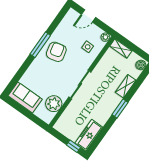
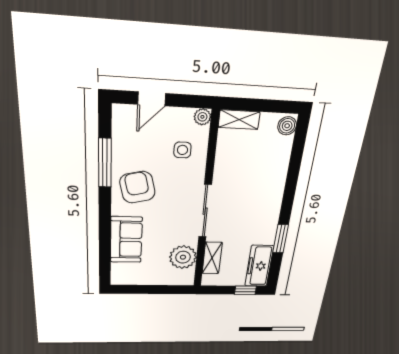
window: (40, 45) -> (105, 163), moved
shelving: (126, 86) -> (212, 258), moved
sofa: (25, 97) -> (126, 240), moved, turned 90
window: (120, 108) -> (281, 239), moved

